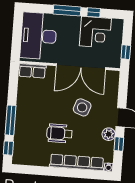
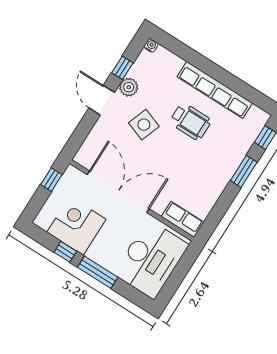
side table: (82, 107) -> (144, 125), moved
window: (10, 120) -> (244, 171), width x0.69
row of seats: (77, 162) -> (215, 90), moved

